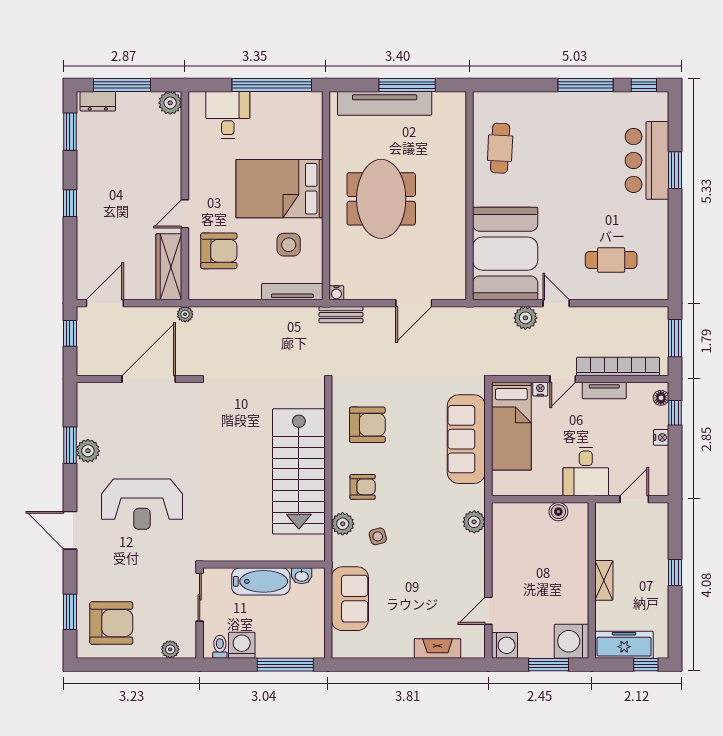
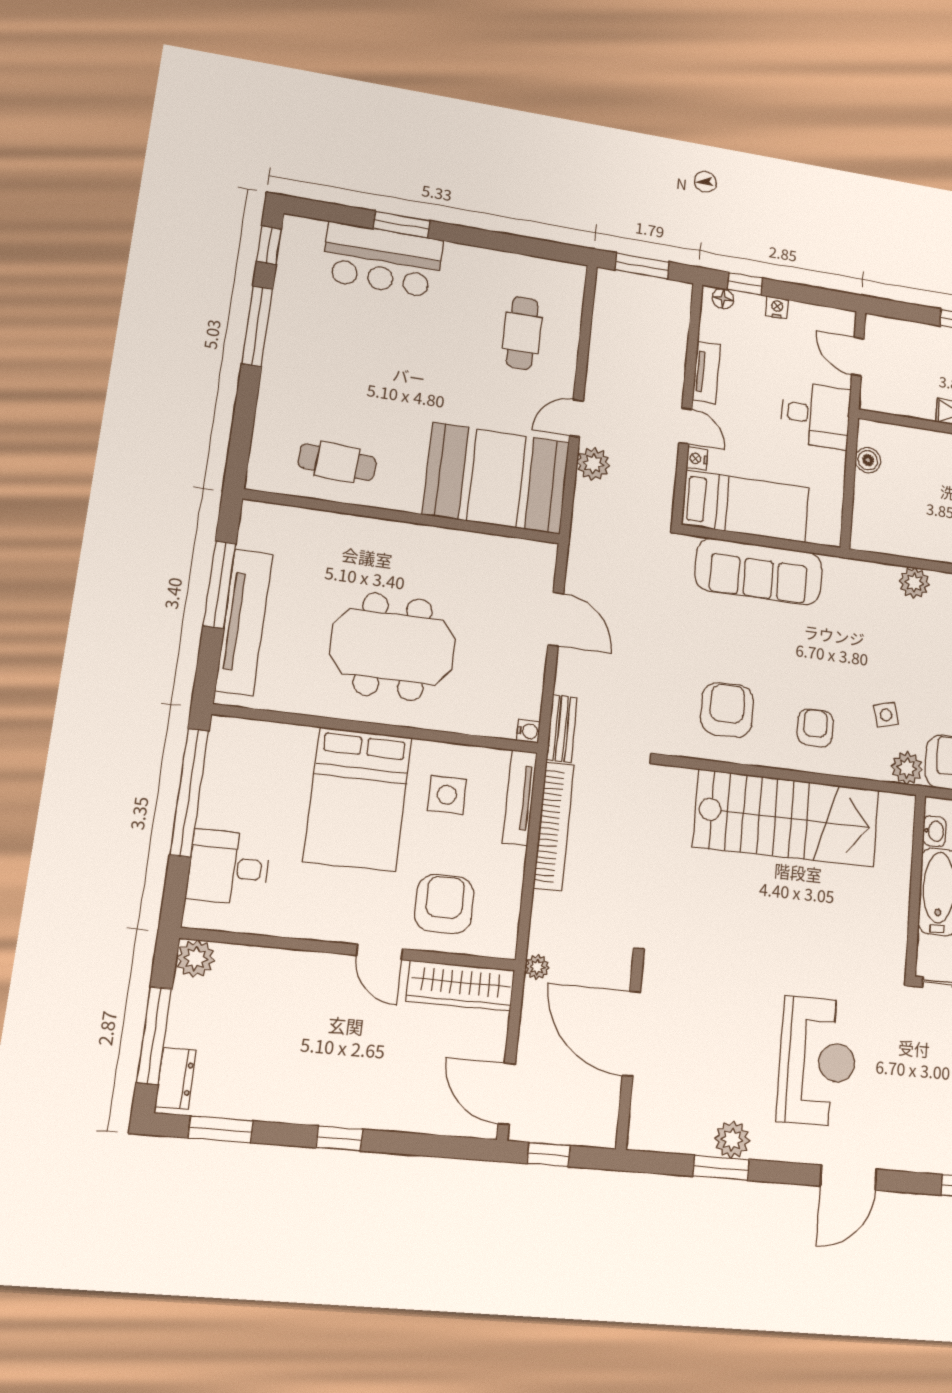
bookcase: (618, 366) -> (554, 826), moved, turned 180
plant: (474, 522) -> (914, 583), moved
plant: (343, 524) -> (907, 768), moved

